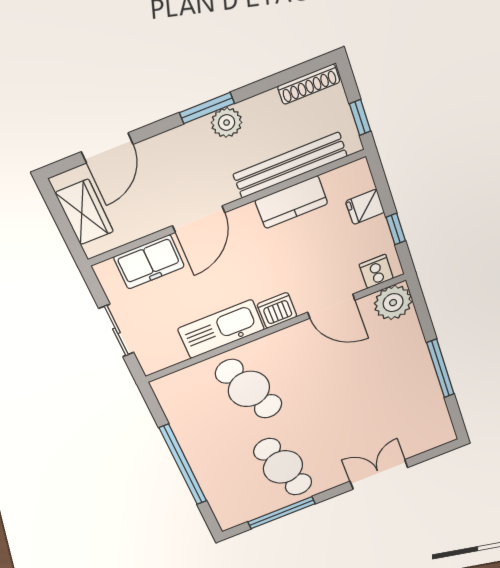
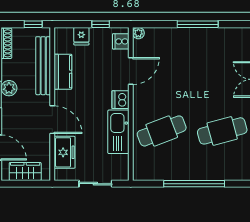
plant: (393, 303) -> (138, 33), width x0.53, depth x0.53

